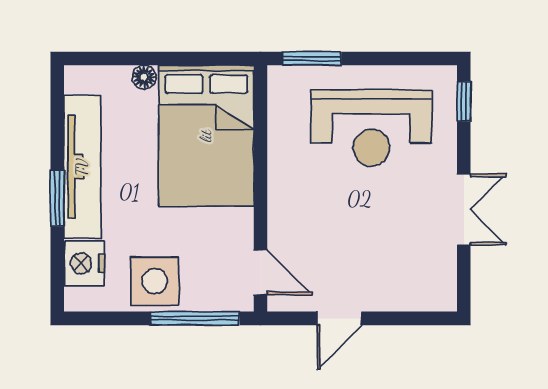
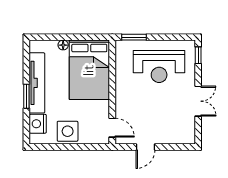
window: (195, 318) -> (84, 147), removed

